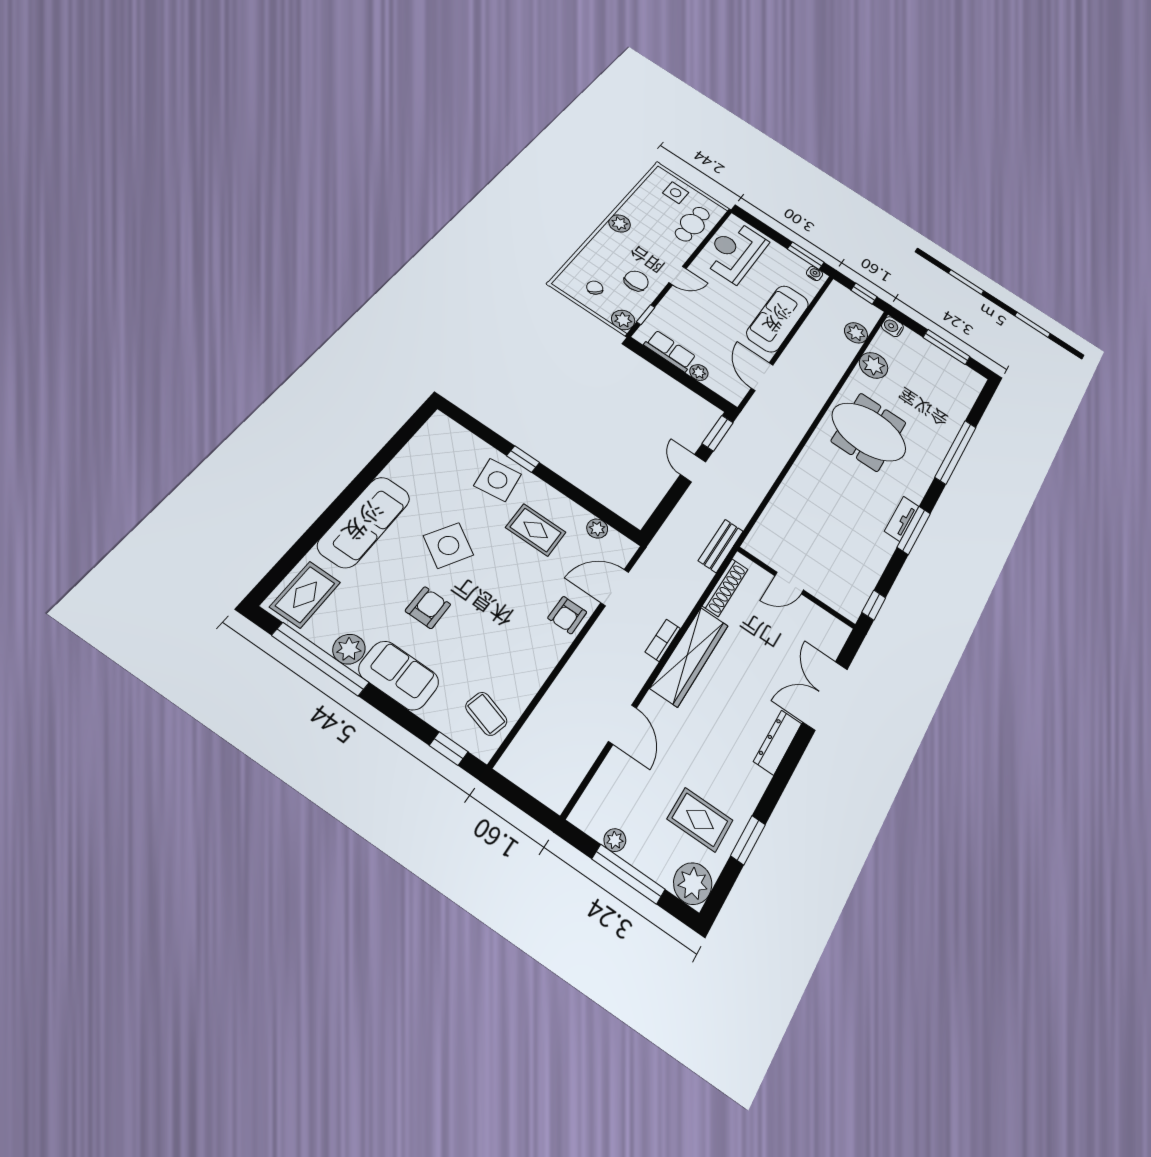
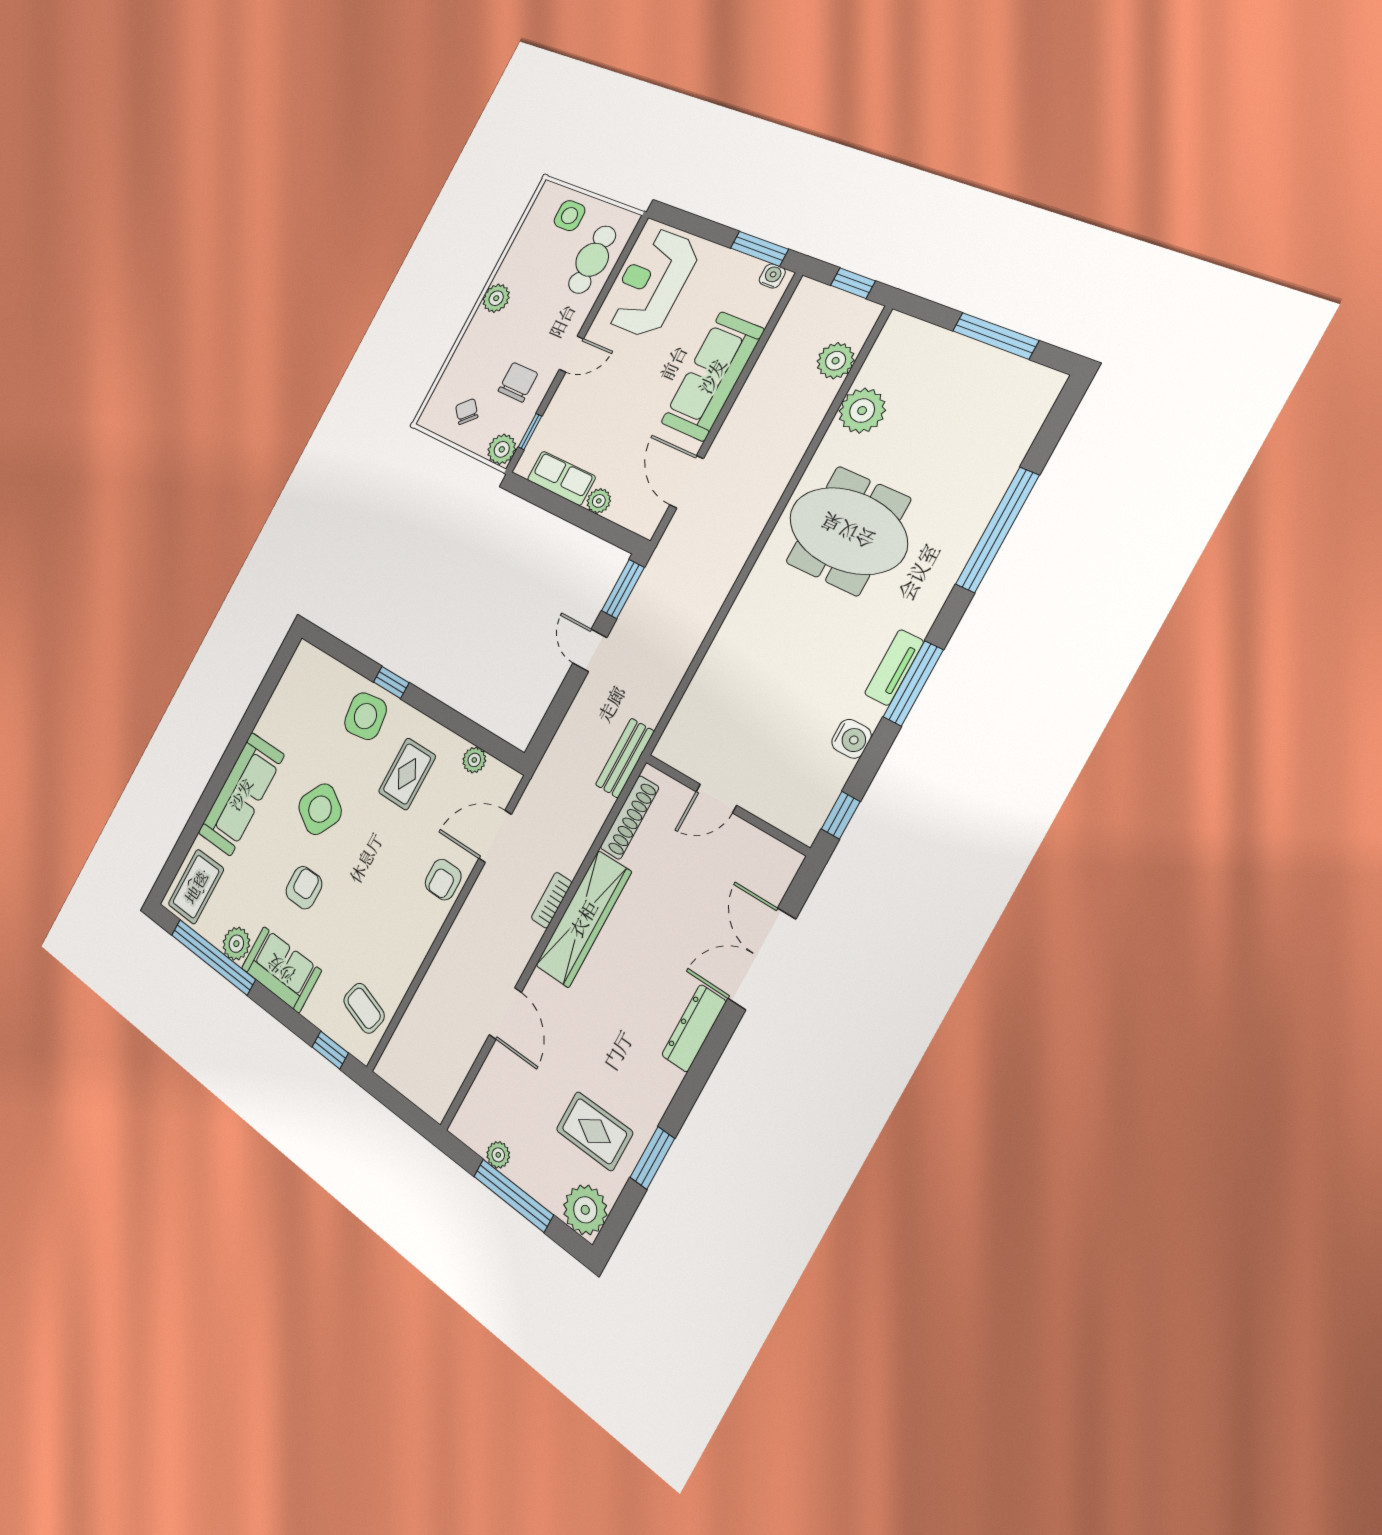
water cooler: (892, 327) -> (851, 739), moved, turned 180
rug: (536, 530) -> (407, 774), turned 90

